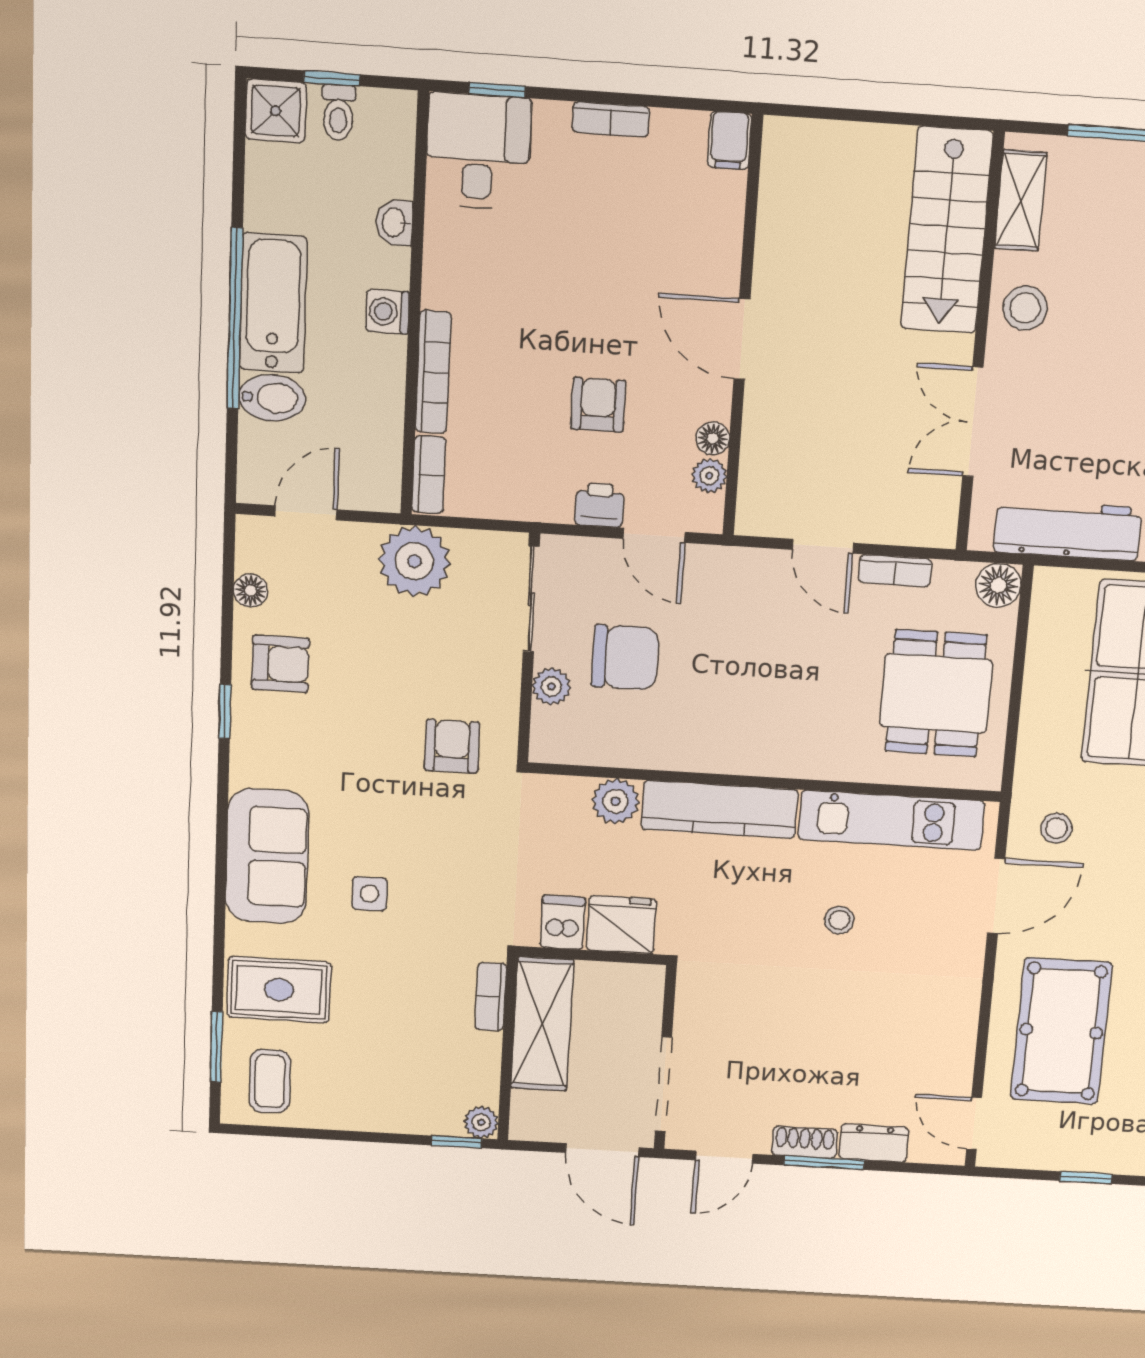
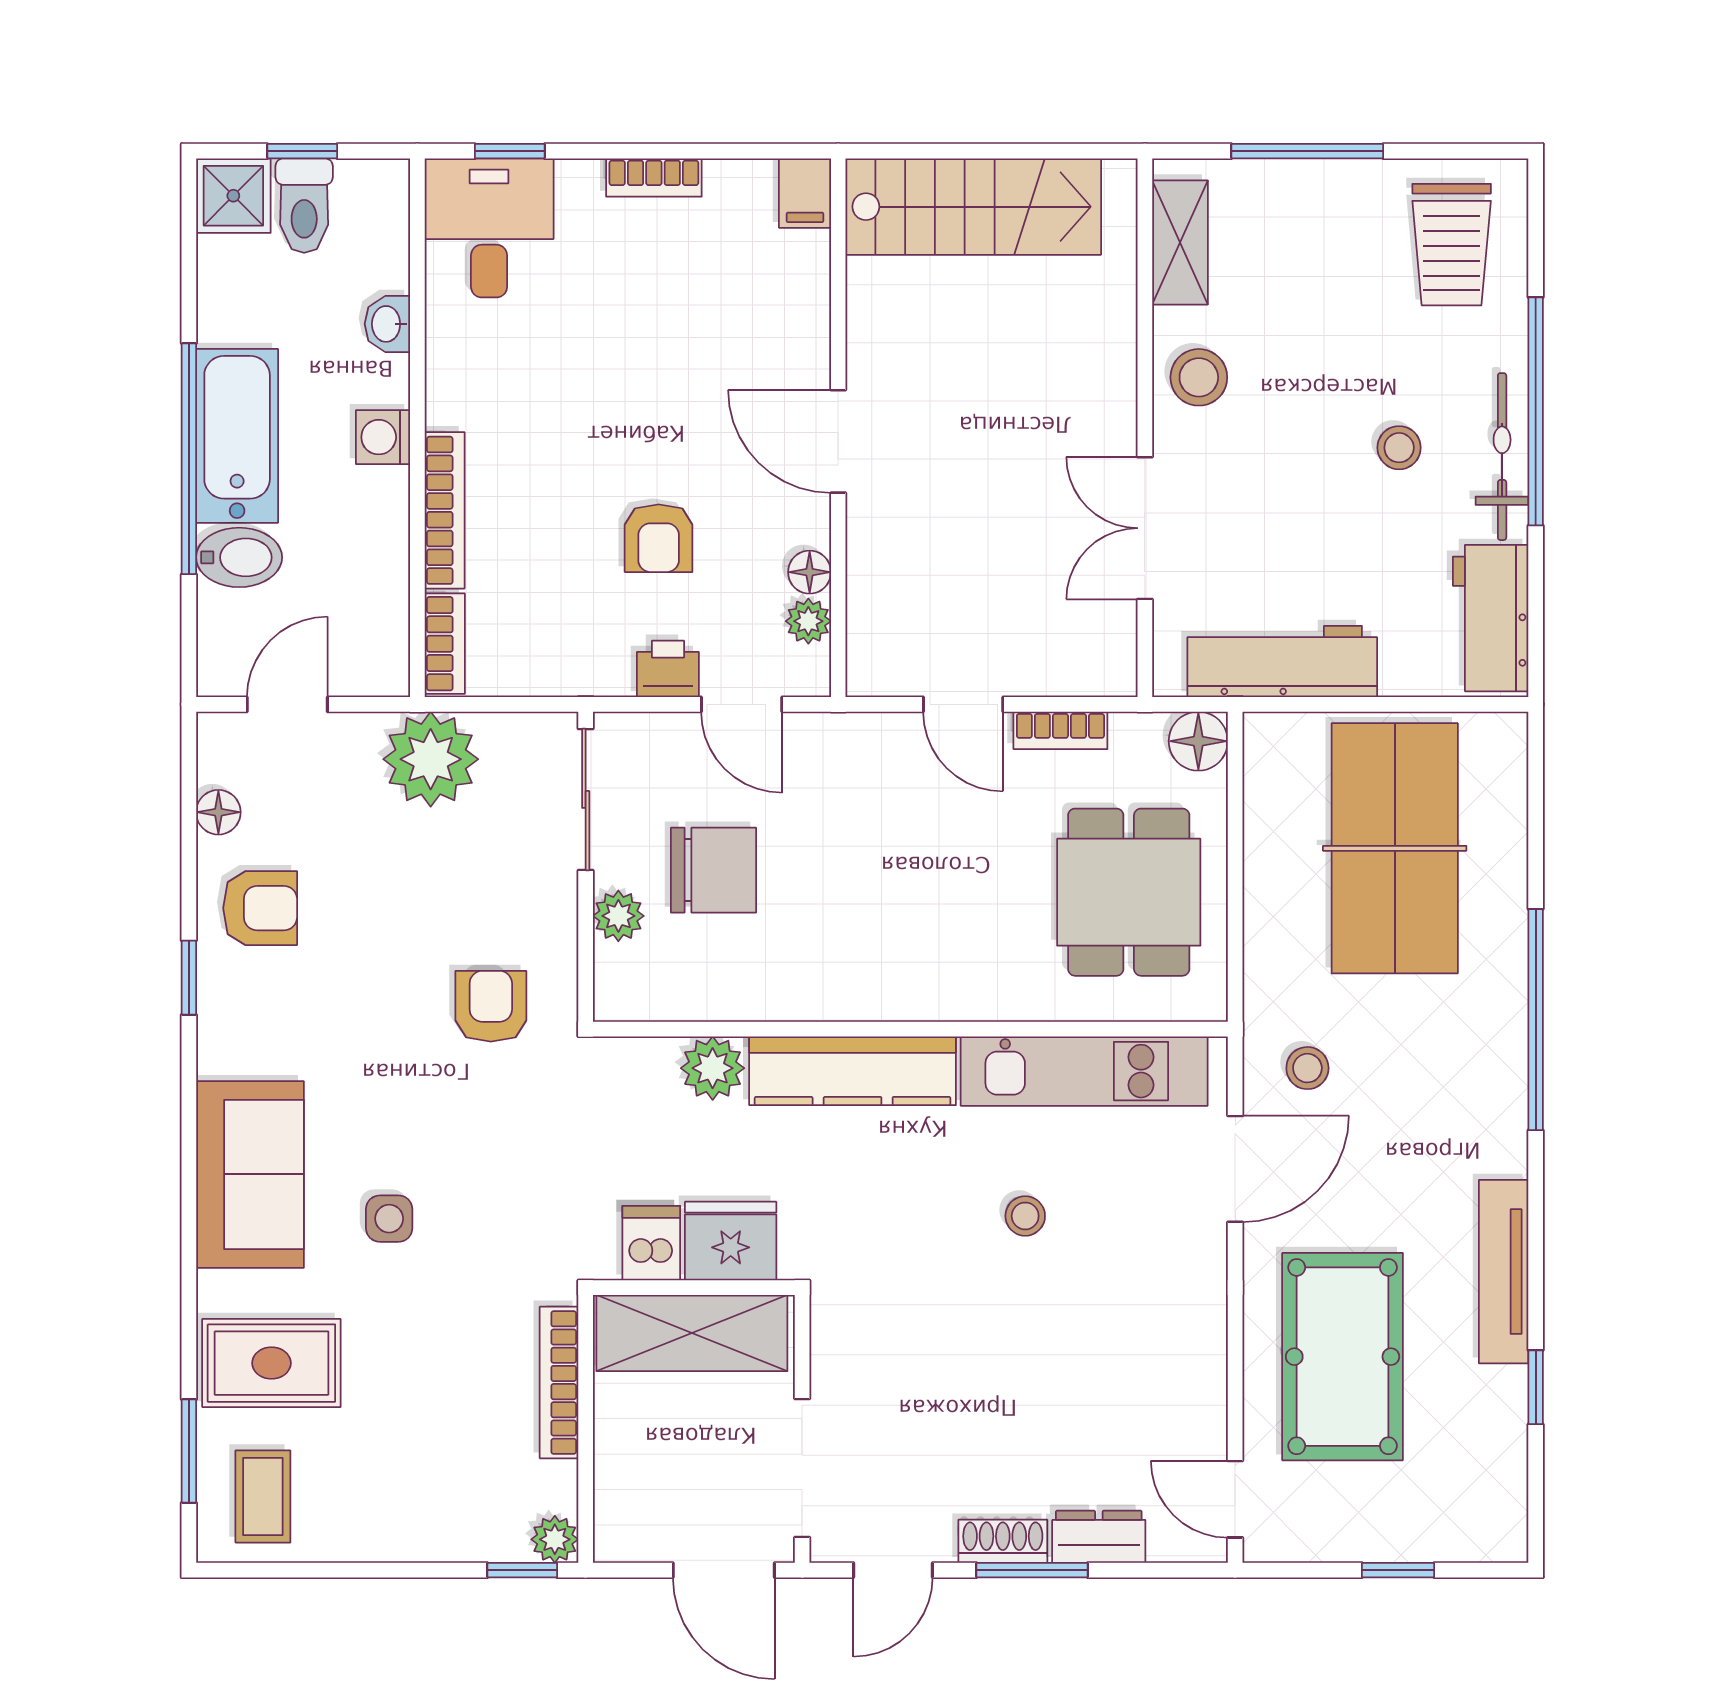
toilet: (338, 113) -> (304, 206), width x1.37, depth x1.39
stairs: (947, 230) -> (973, 207), moved, turned -90
armchair: (598, 405) -> (659, 538), turned 180
bookcase: (491, 997) -> (559, 1383), width x1.56
shelving: (542, 1024) -> (692, 1333), moved, turned 90

